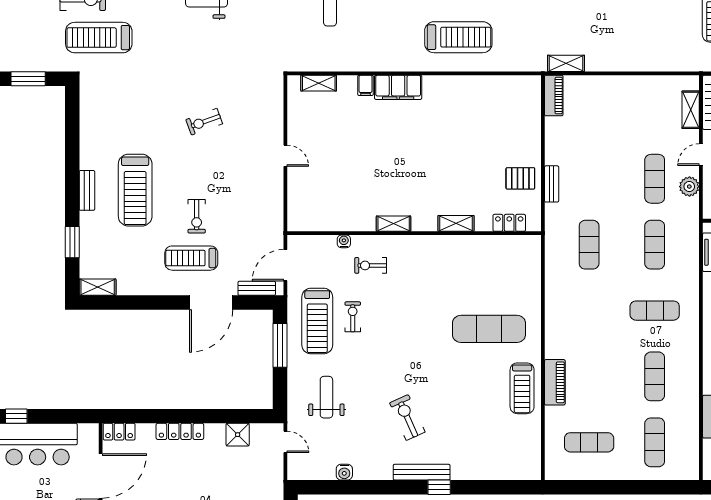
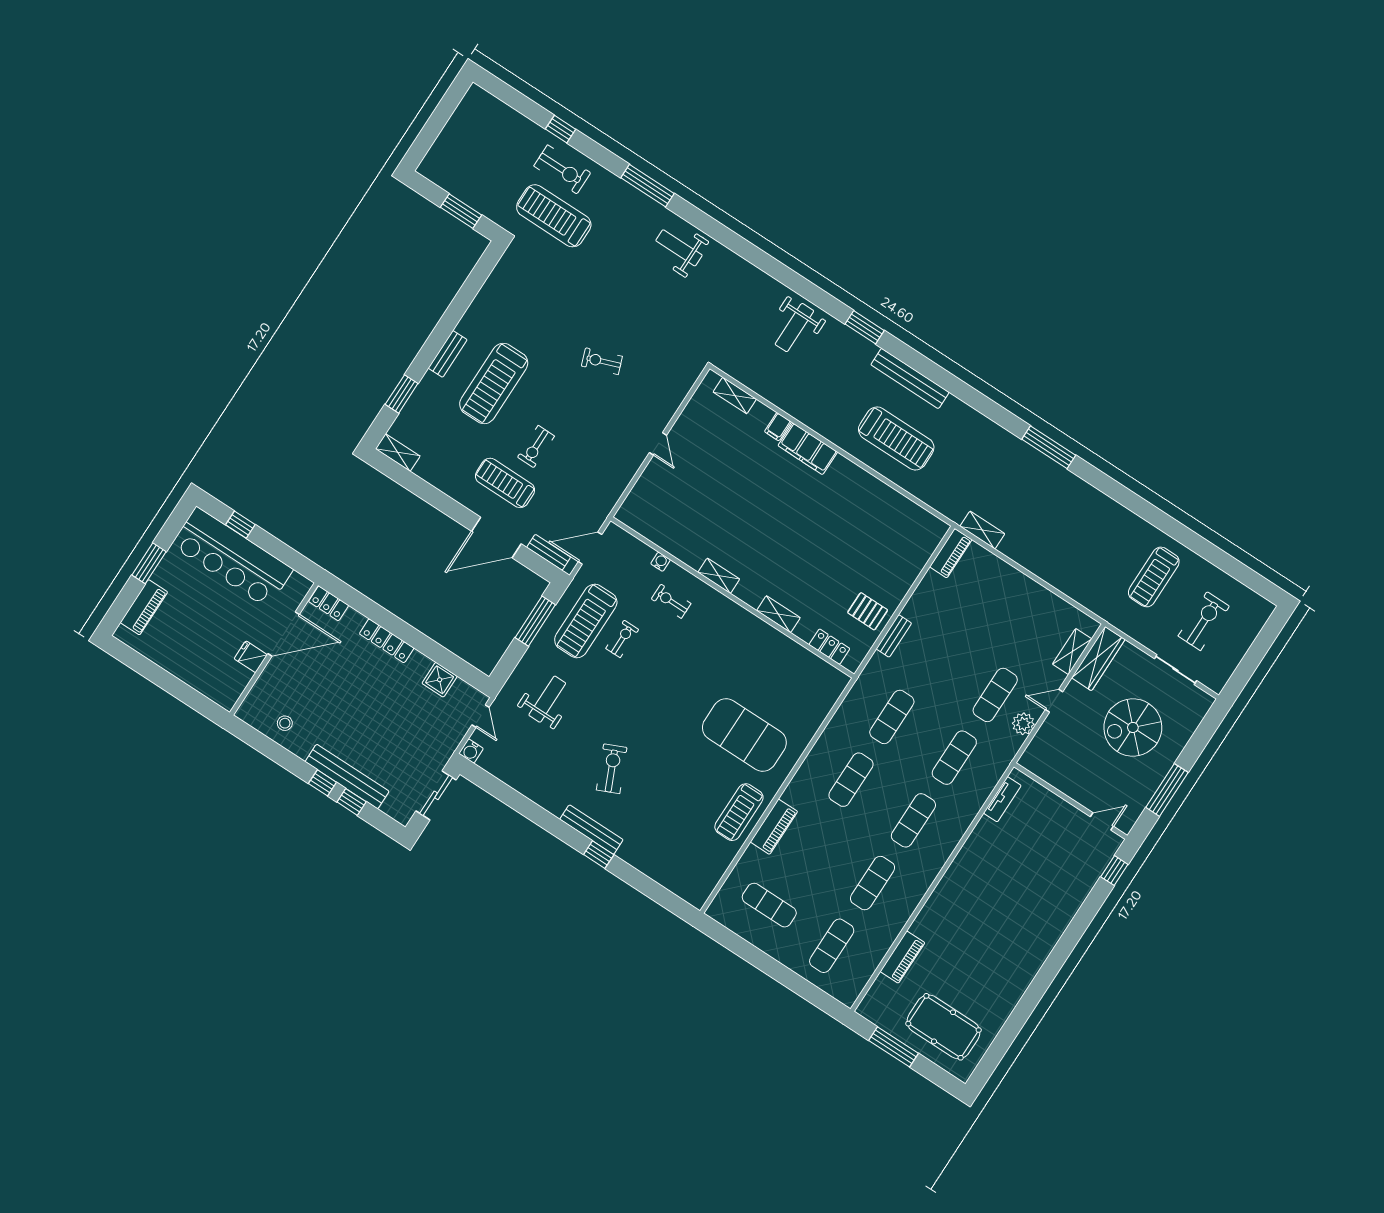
exercise mat: (589, 311) -> (851, 780), added
exercise mat: (655, 311) -> (913, 820), turned 90
exercise mat: (489, 329) -> (744, 735), width x1.47
water cooler: (344, 472) -> (471, 751), moved

